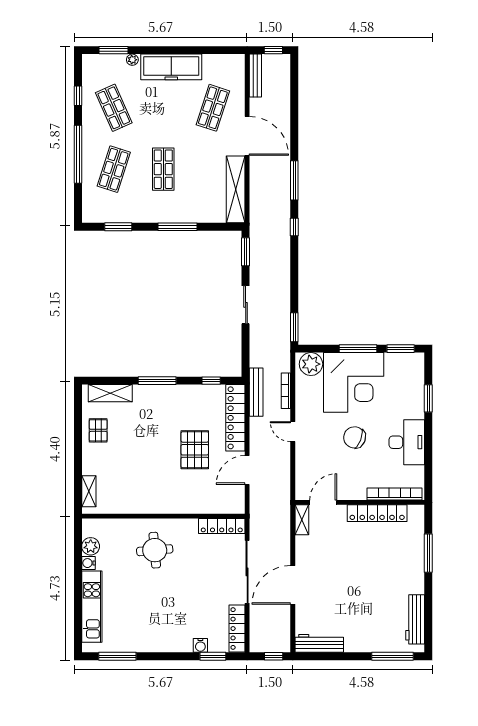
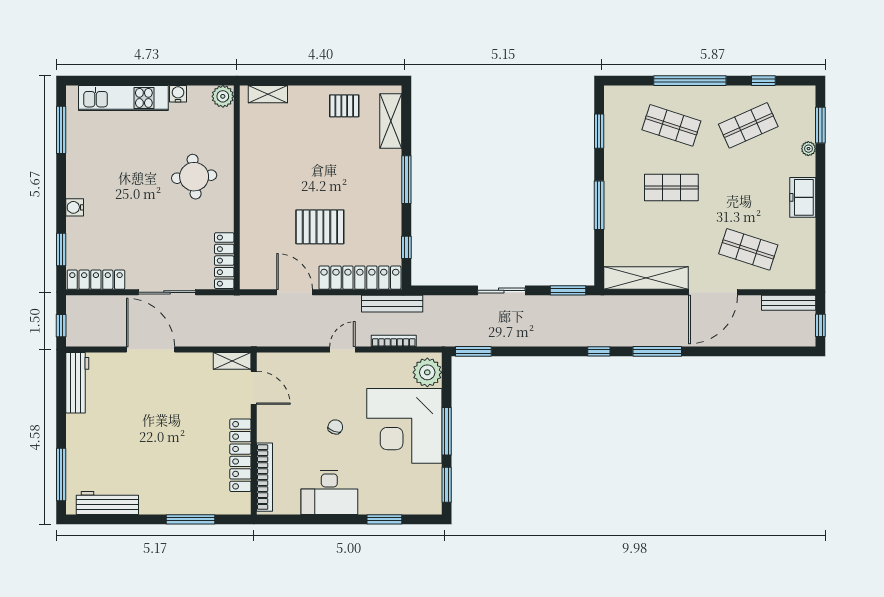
freezer: (171, 67) -> (803, 197), width x0.52, depth x0.79
chair: (355, 437) -> (335, 427), width x0.54, depth x0.54
plant: (91, 546) -> (223, 96), moved
sliding door: (247, 572) -> (167, 292), width x0.73
water cooler: (200, 645) -> (75, 207), moved

